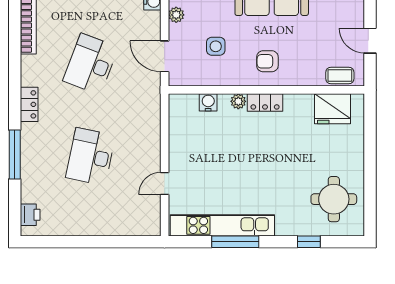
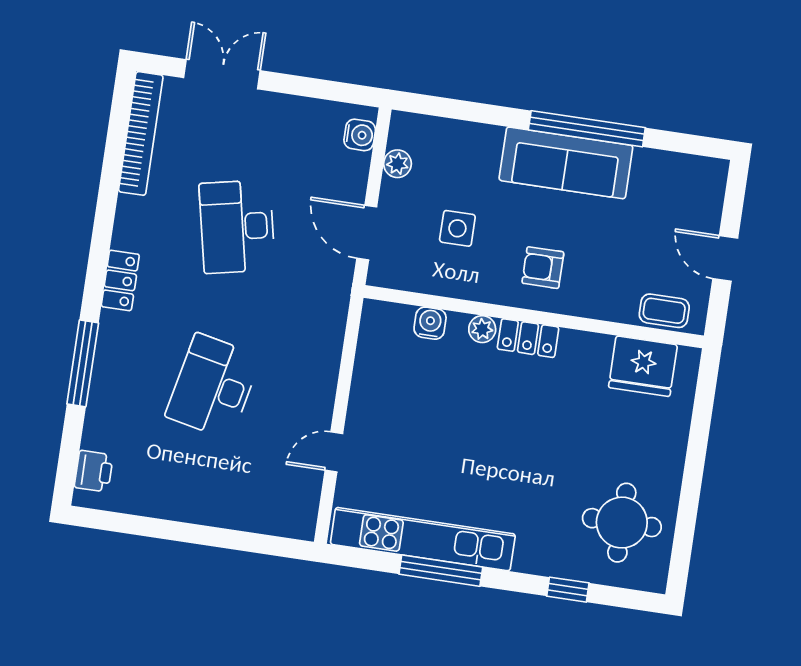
desk: (91, 64) -> (237, 227), turned -33

